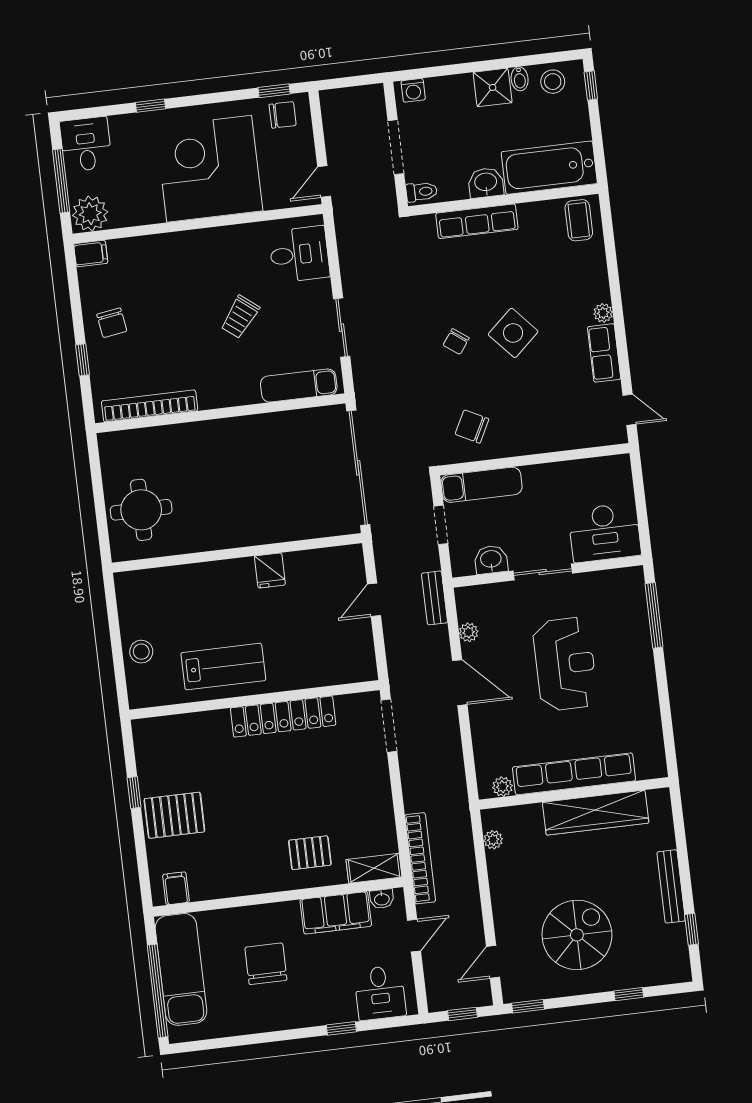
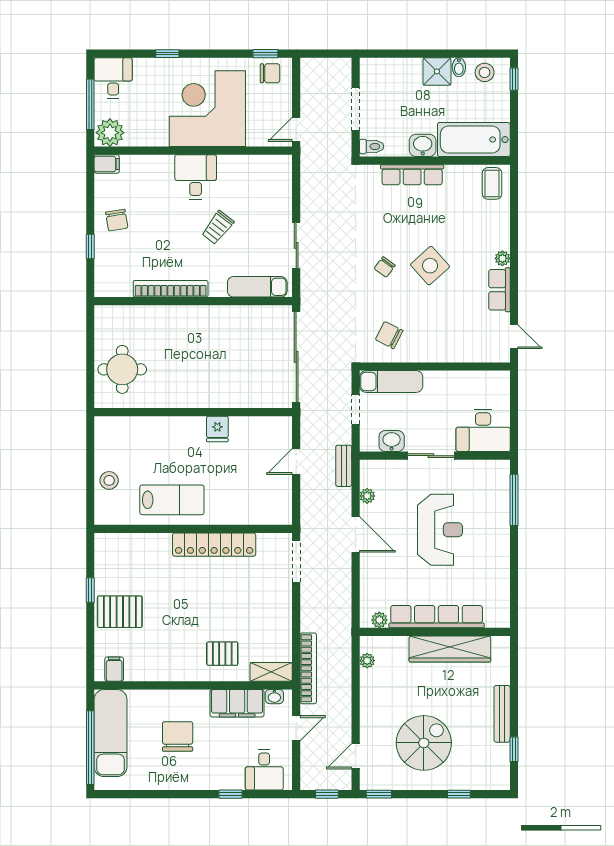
washing machine: (413, 90) -> (374, 66), removed
desk: (299, 254) -> (196, 177), moved, turned -90
bookcase: (150, 406) -> (171, 289), moved

